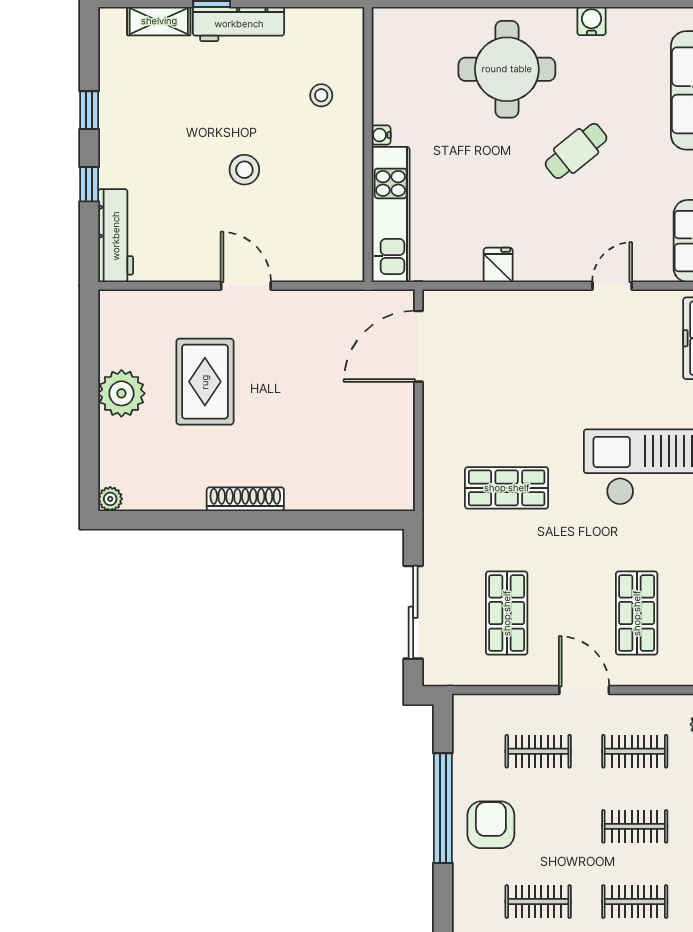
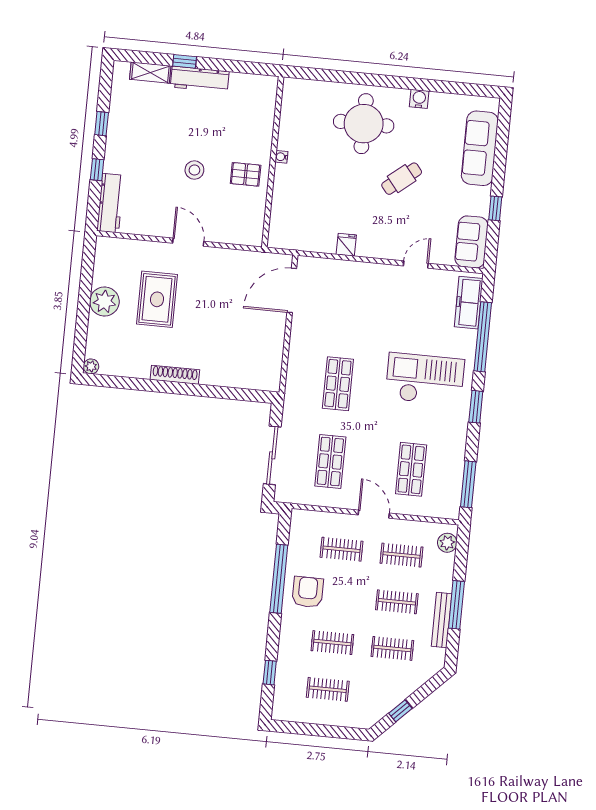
stool: (321, 95) -> (247, 129), removed
pallet: (327, 168) -> (246, 174), added
kitchen unit: (391, 215) -> (283, 207), removed
shop shelf: (507, 488) -> (338, 384), turned 90

